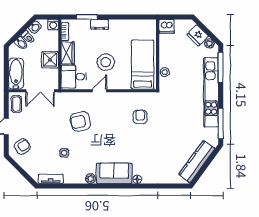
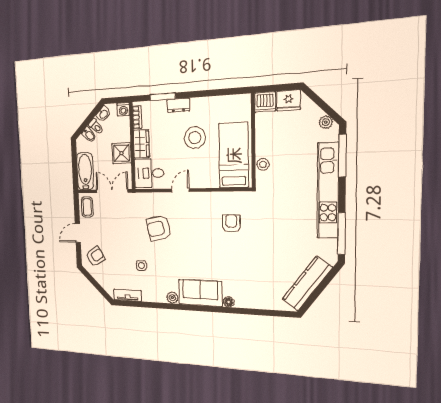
fridge: (198, 35) -> (288, 100), moved, turned -45
stool: (106, 62) -> (195, 138), moved
double door: (40, 91) -> (112, 191), swing flipped

